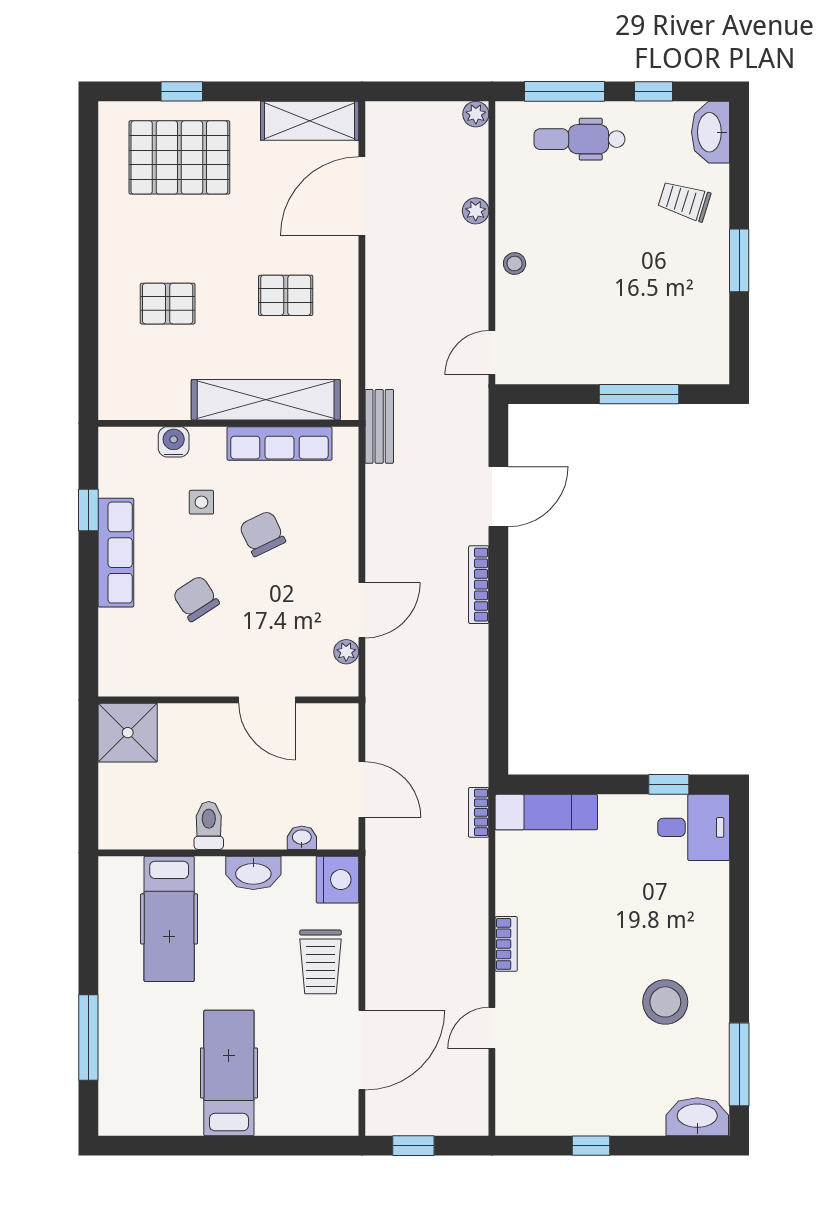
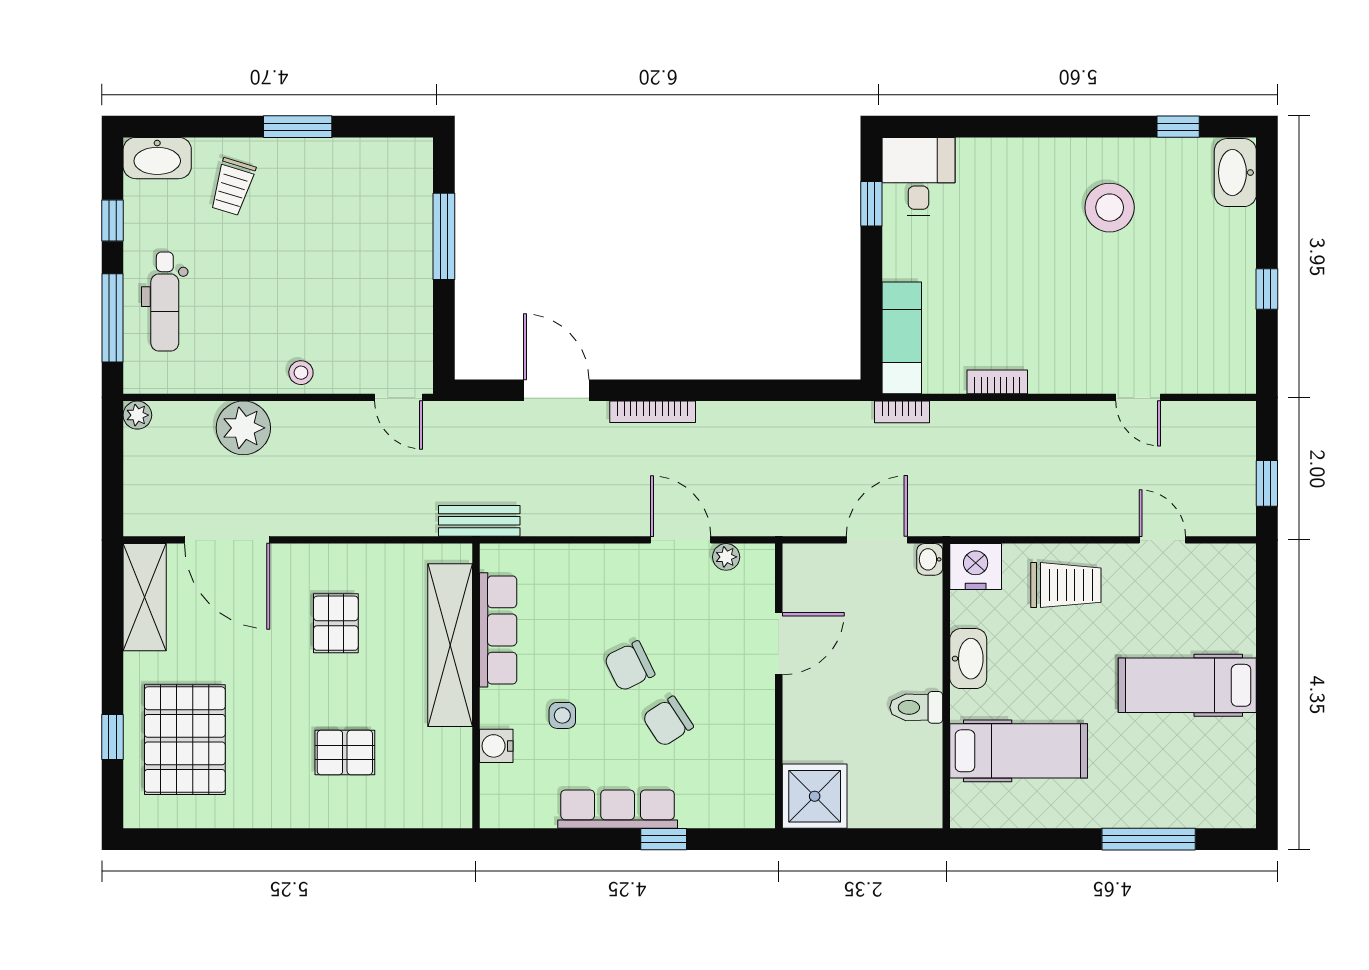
plant: (476, 211) -> (243, 428), width x1.87, depth x1.87
pallet: (168, 304) -> (345, 752), turned 90
window: (88, 510) -> (664, 839), moved
chair: (262, 534) -> (629, 666), moved
washbasin: (302, 838) -> (930, 559), moved
bookcase: (506, 944) -> (997, 382), moved
door: (362, 1050) -> (1162, 540), width x0.53
window: (739, 1064) -> (1178, 127), width x0.46

